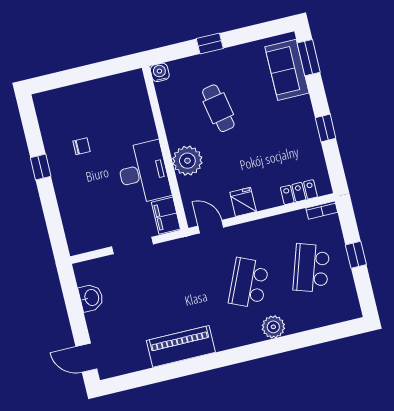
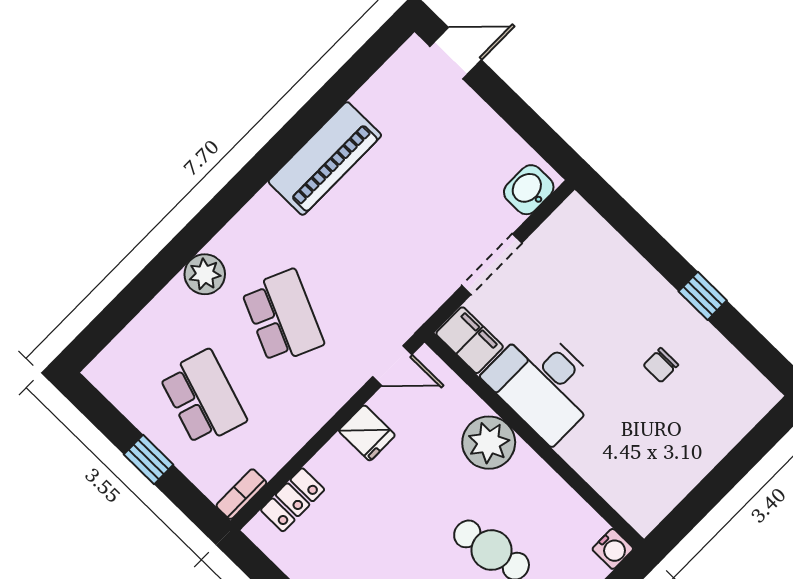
washbasin: (91, 298) -> (529, 190), moved, turned 90

